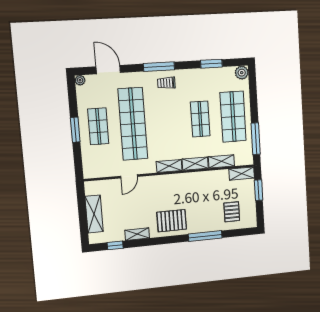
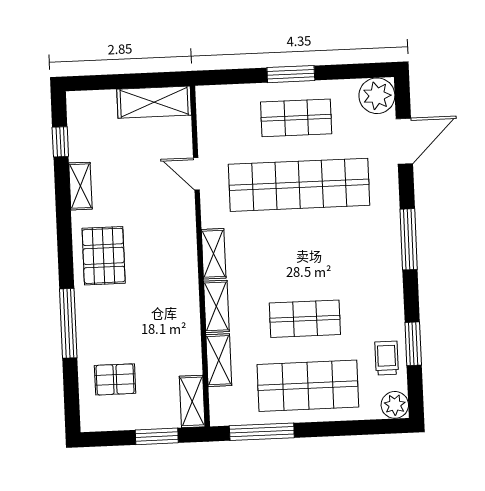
plant: (80, 80) -> (377, 96), width x1.88, depth x1.88
trolley: (166, 83) -> (387, 358), moved
shelving: (94, 214) -> (154, 102), moved

